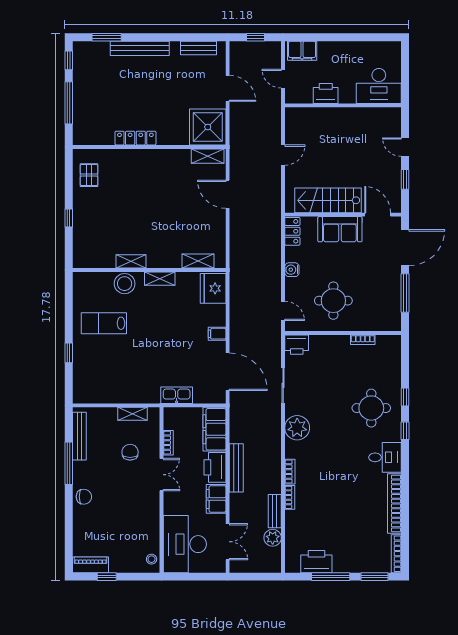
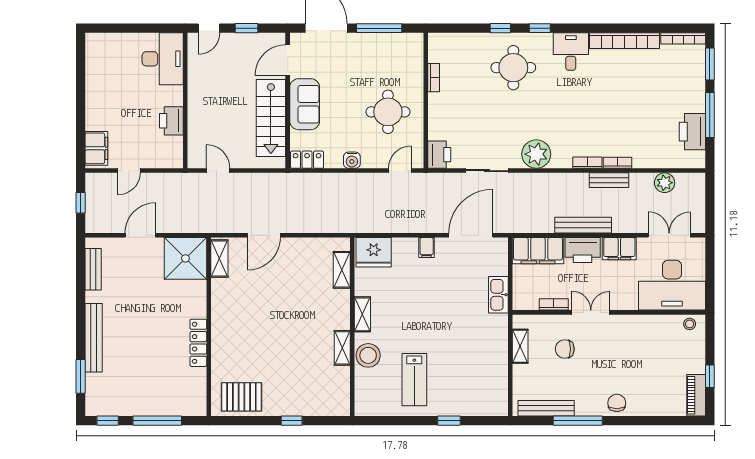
desk: (379, 86) -> (163, 59), moved
printer: (326, 93) -> (171, 121), moved
wall: (343, 105) -> (185, 101), moved
pallet: (89, 175) -> (241, 397), width x1.50, depth x1.42
bench: (275, 511) -> (609, 180), moved

